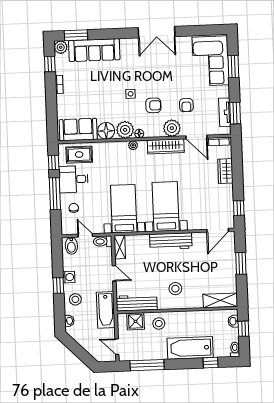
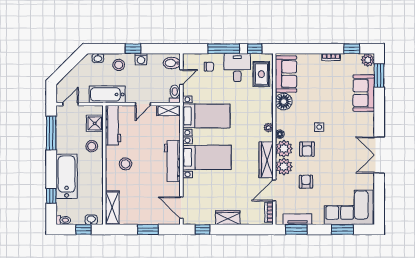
sofa: (94, 50) -> (364, 93), width x0.73
armchair: (186, 105) -> (306, 182), turned 90
plant: (125, 130) -> (284, 149), moved
wardrobe: (225, 171) -> (228, 218), moved

